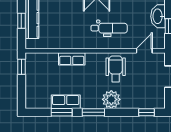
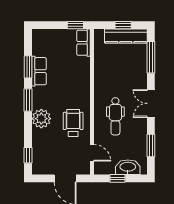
row of seats: (72, 59) -> (83, 43), moved
wheelchair: (116, 69) -> (73, 123), turned -90

